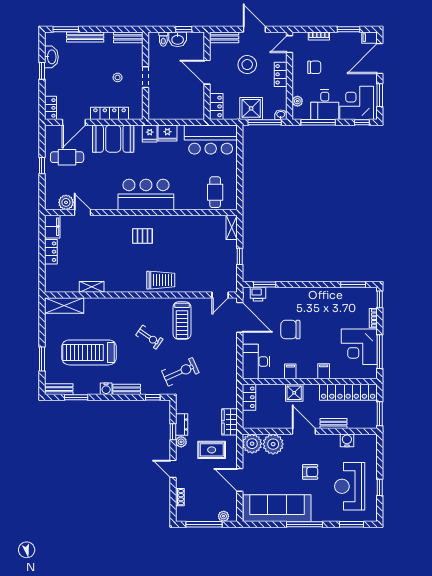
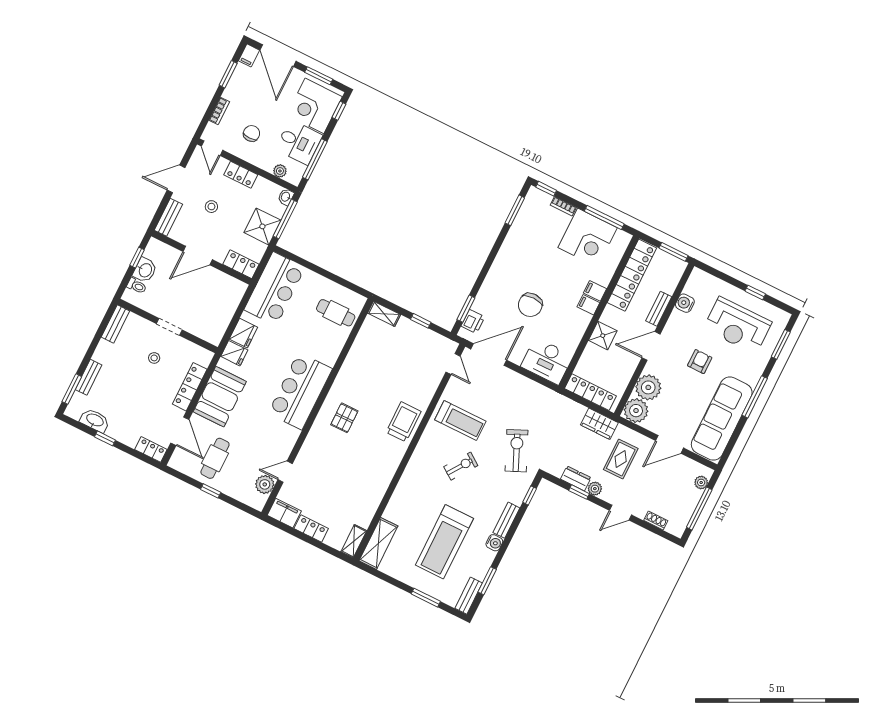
bench: (85, 37) -> (89, 377), width x0.73
stool: (247, 65) -> (211, 207), width x0.53, depth x0.53
shelving: (92, 287) -> (354, 541), moved
filing cabinet: (290, 371) -> (588, 305), moved
locker: (249, 397) -> (590, 392), width x1.53

